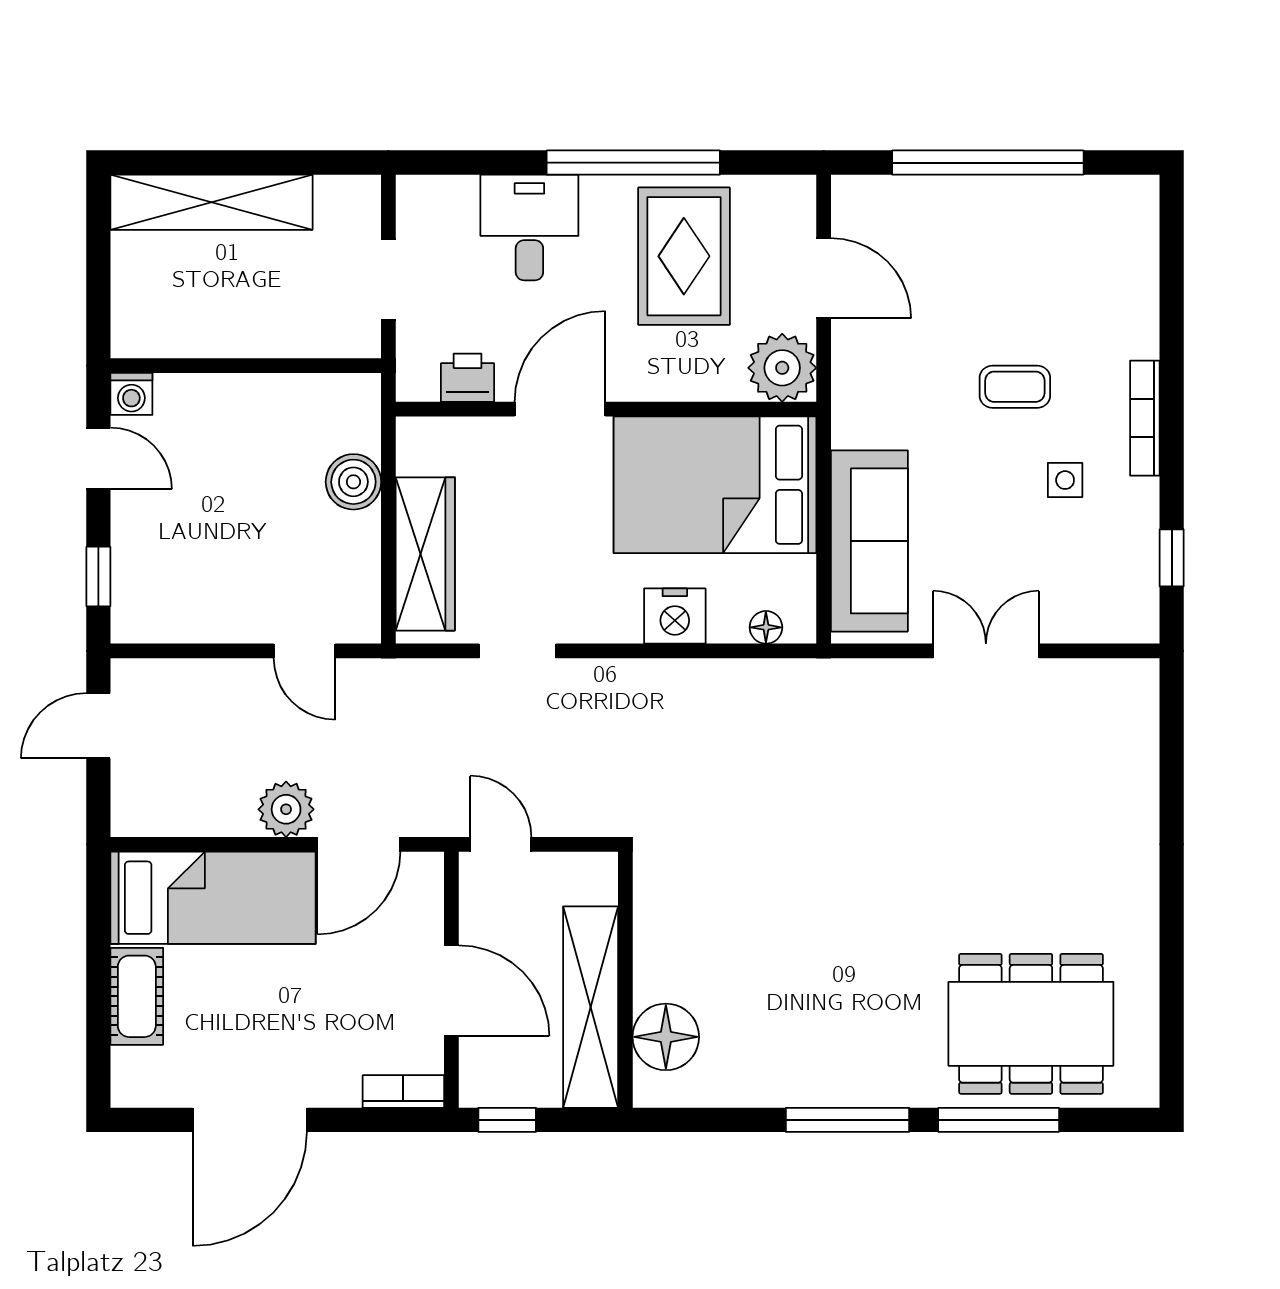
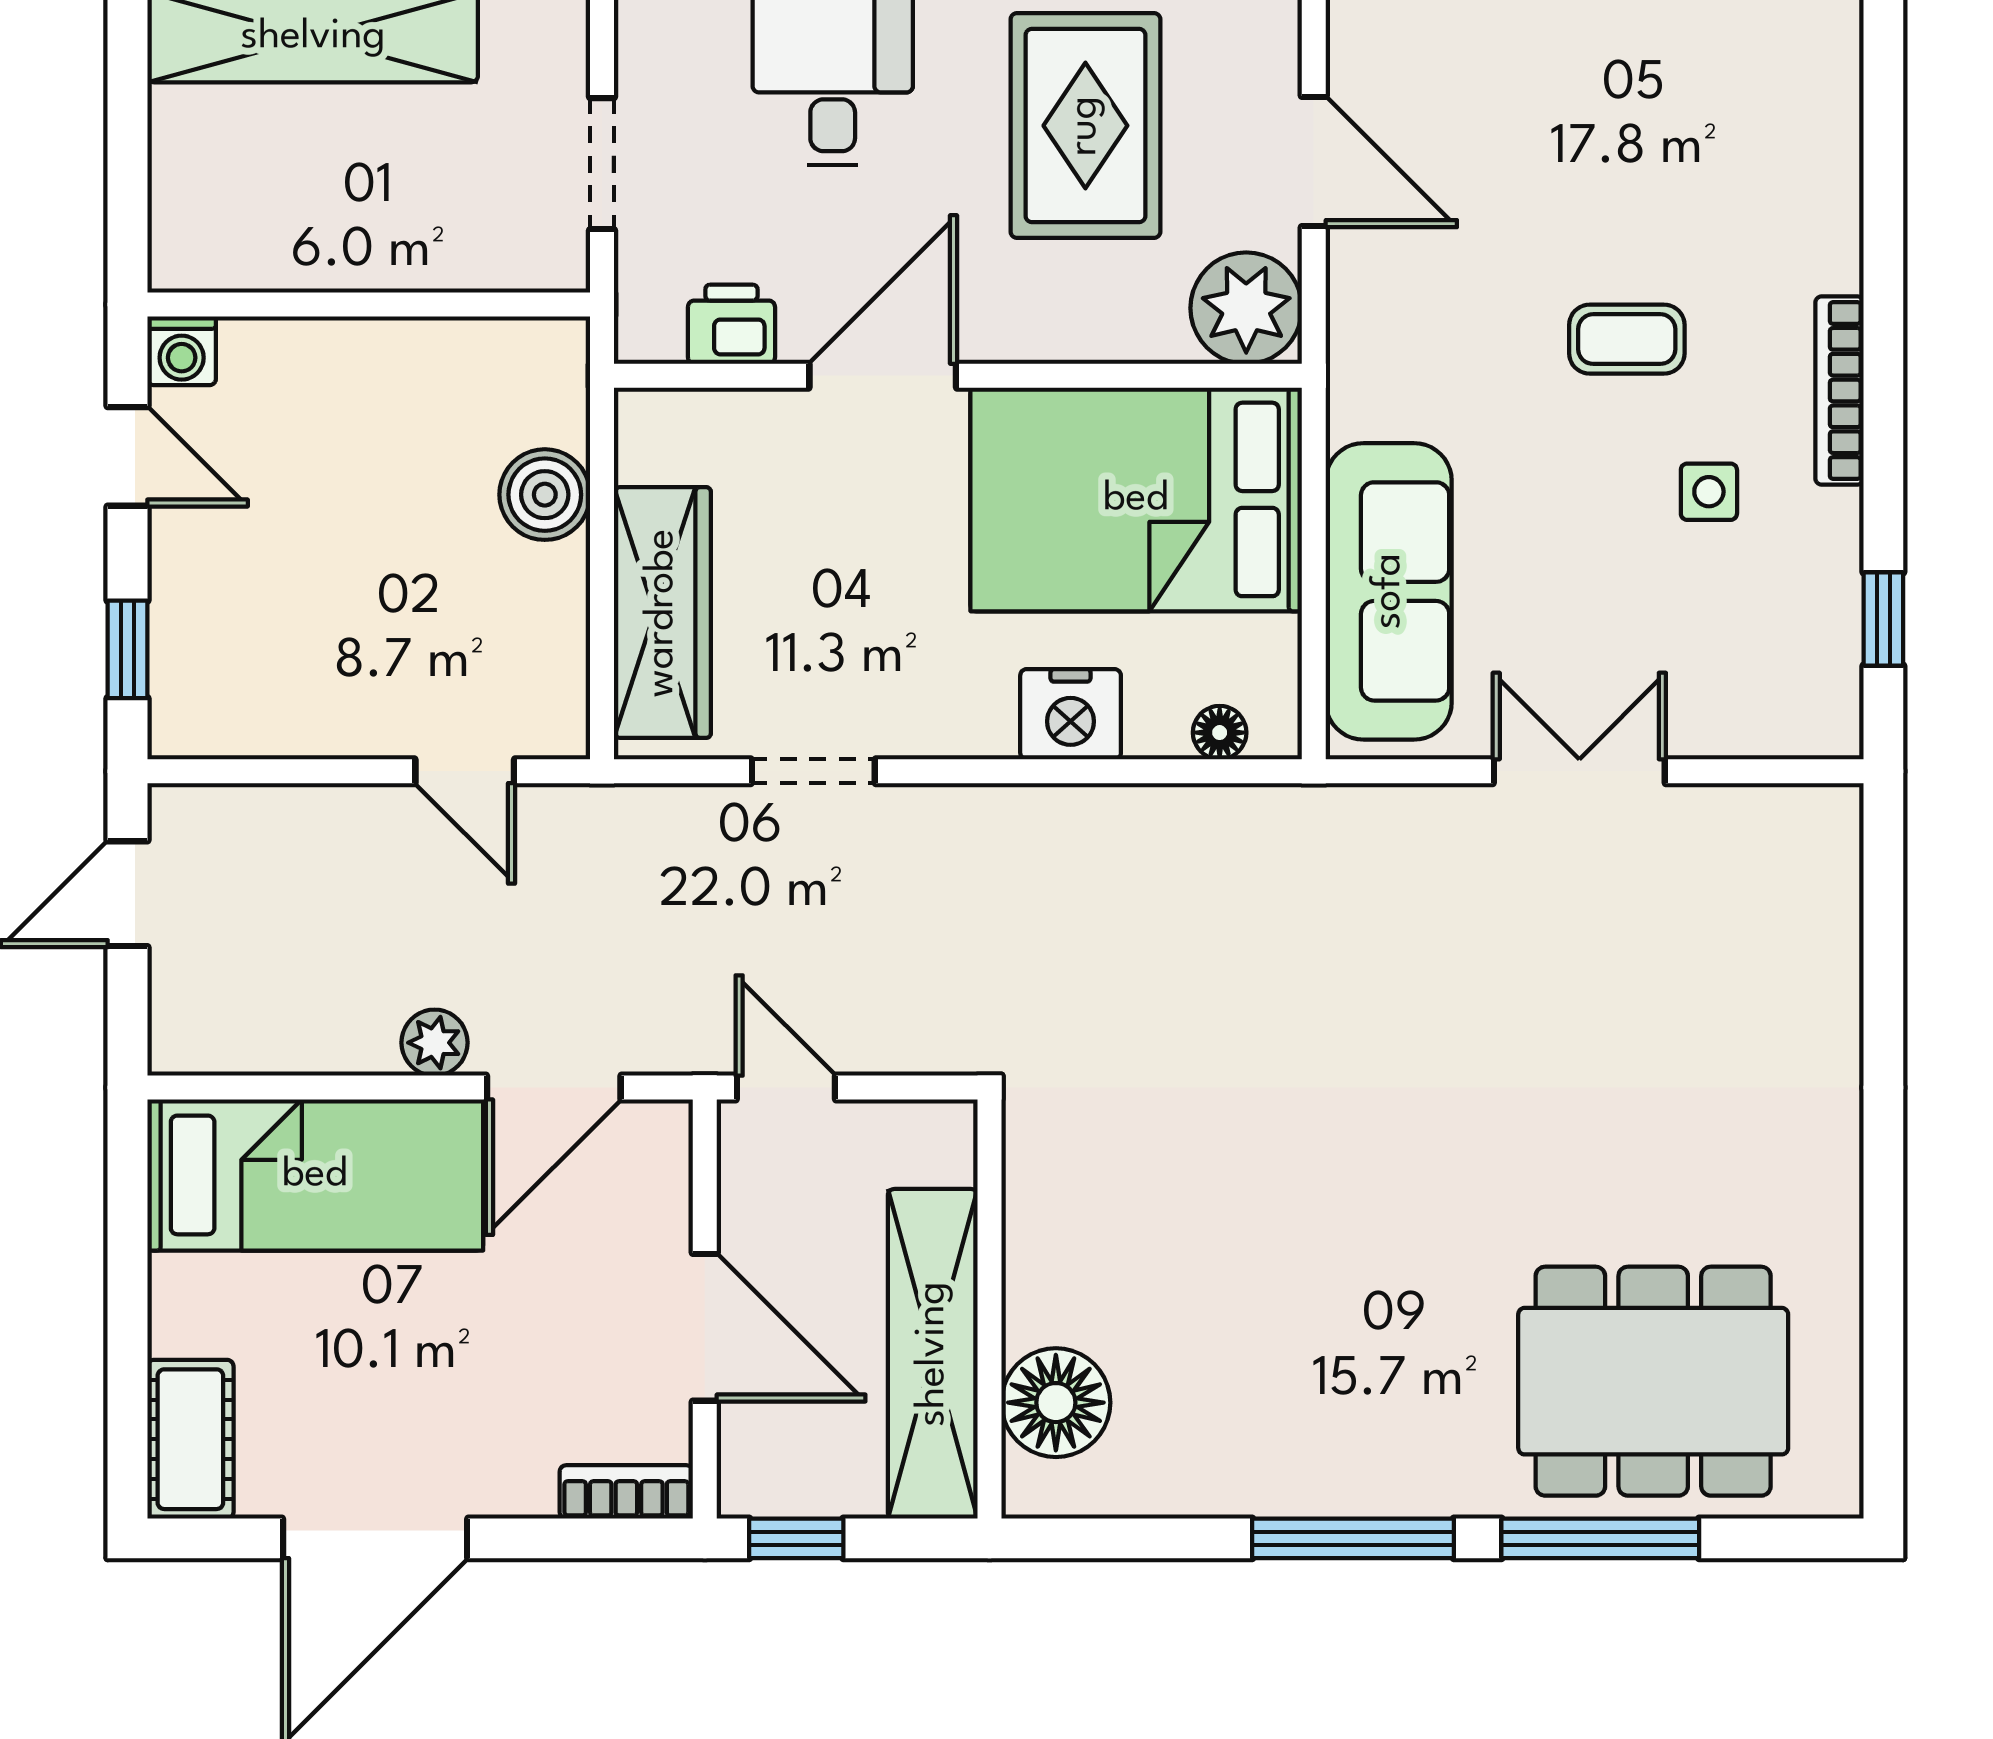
plant: (286, 809) -> (435, 1043), width x0.73, depth x0.73
cot: (137, 996) -> (190, 1439), moved

